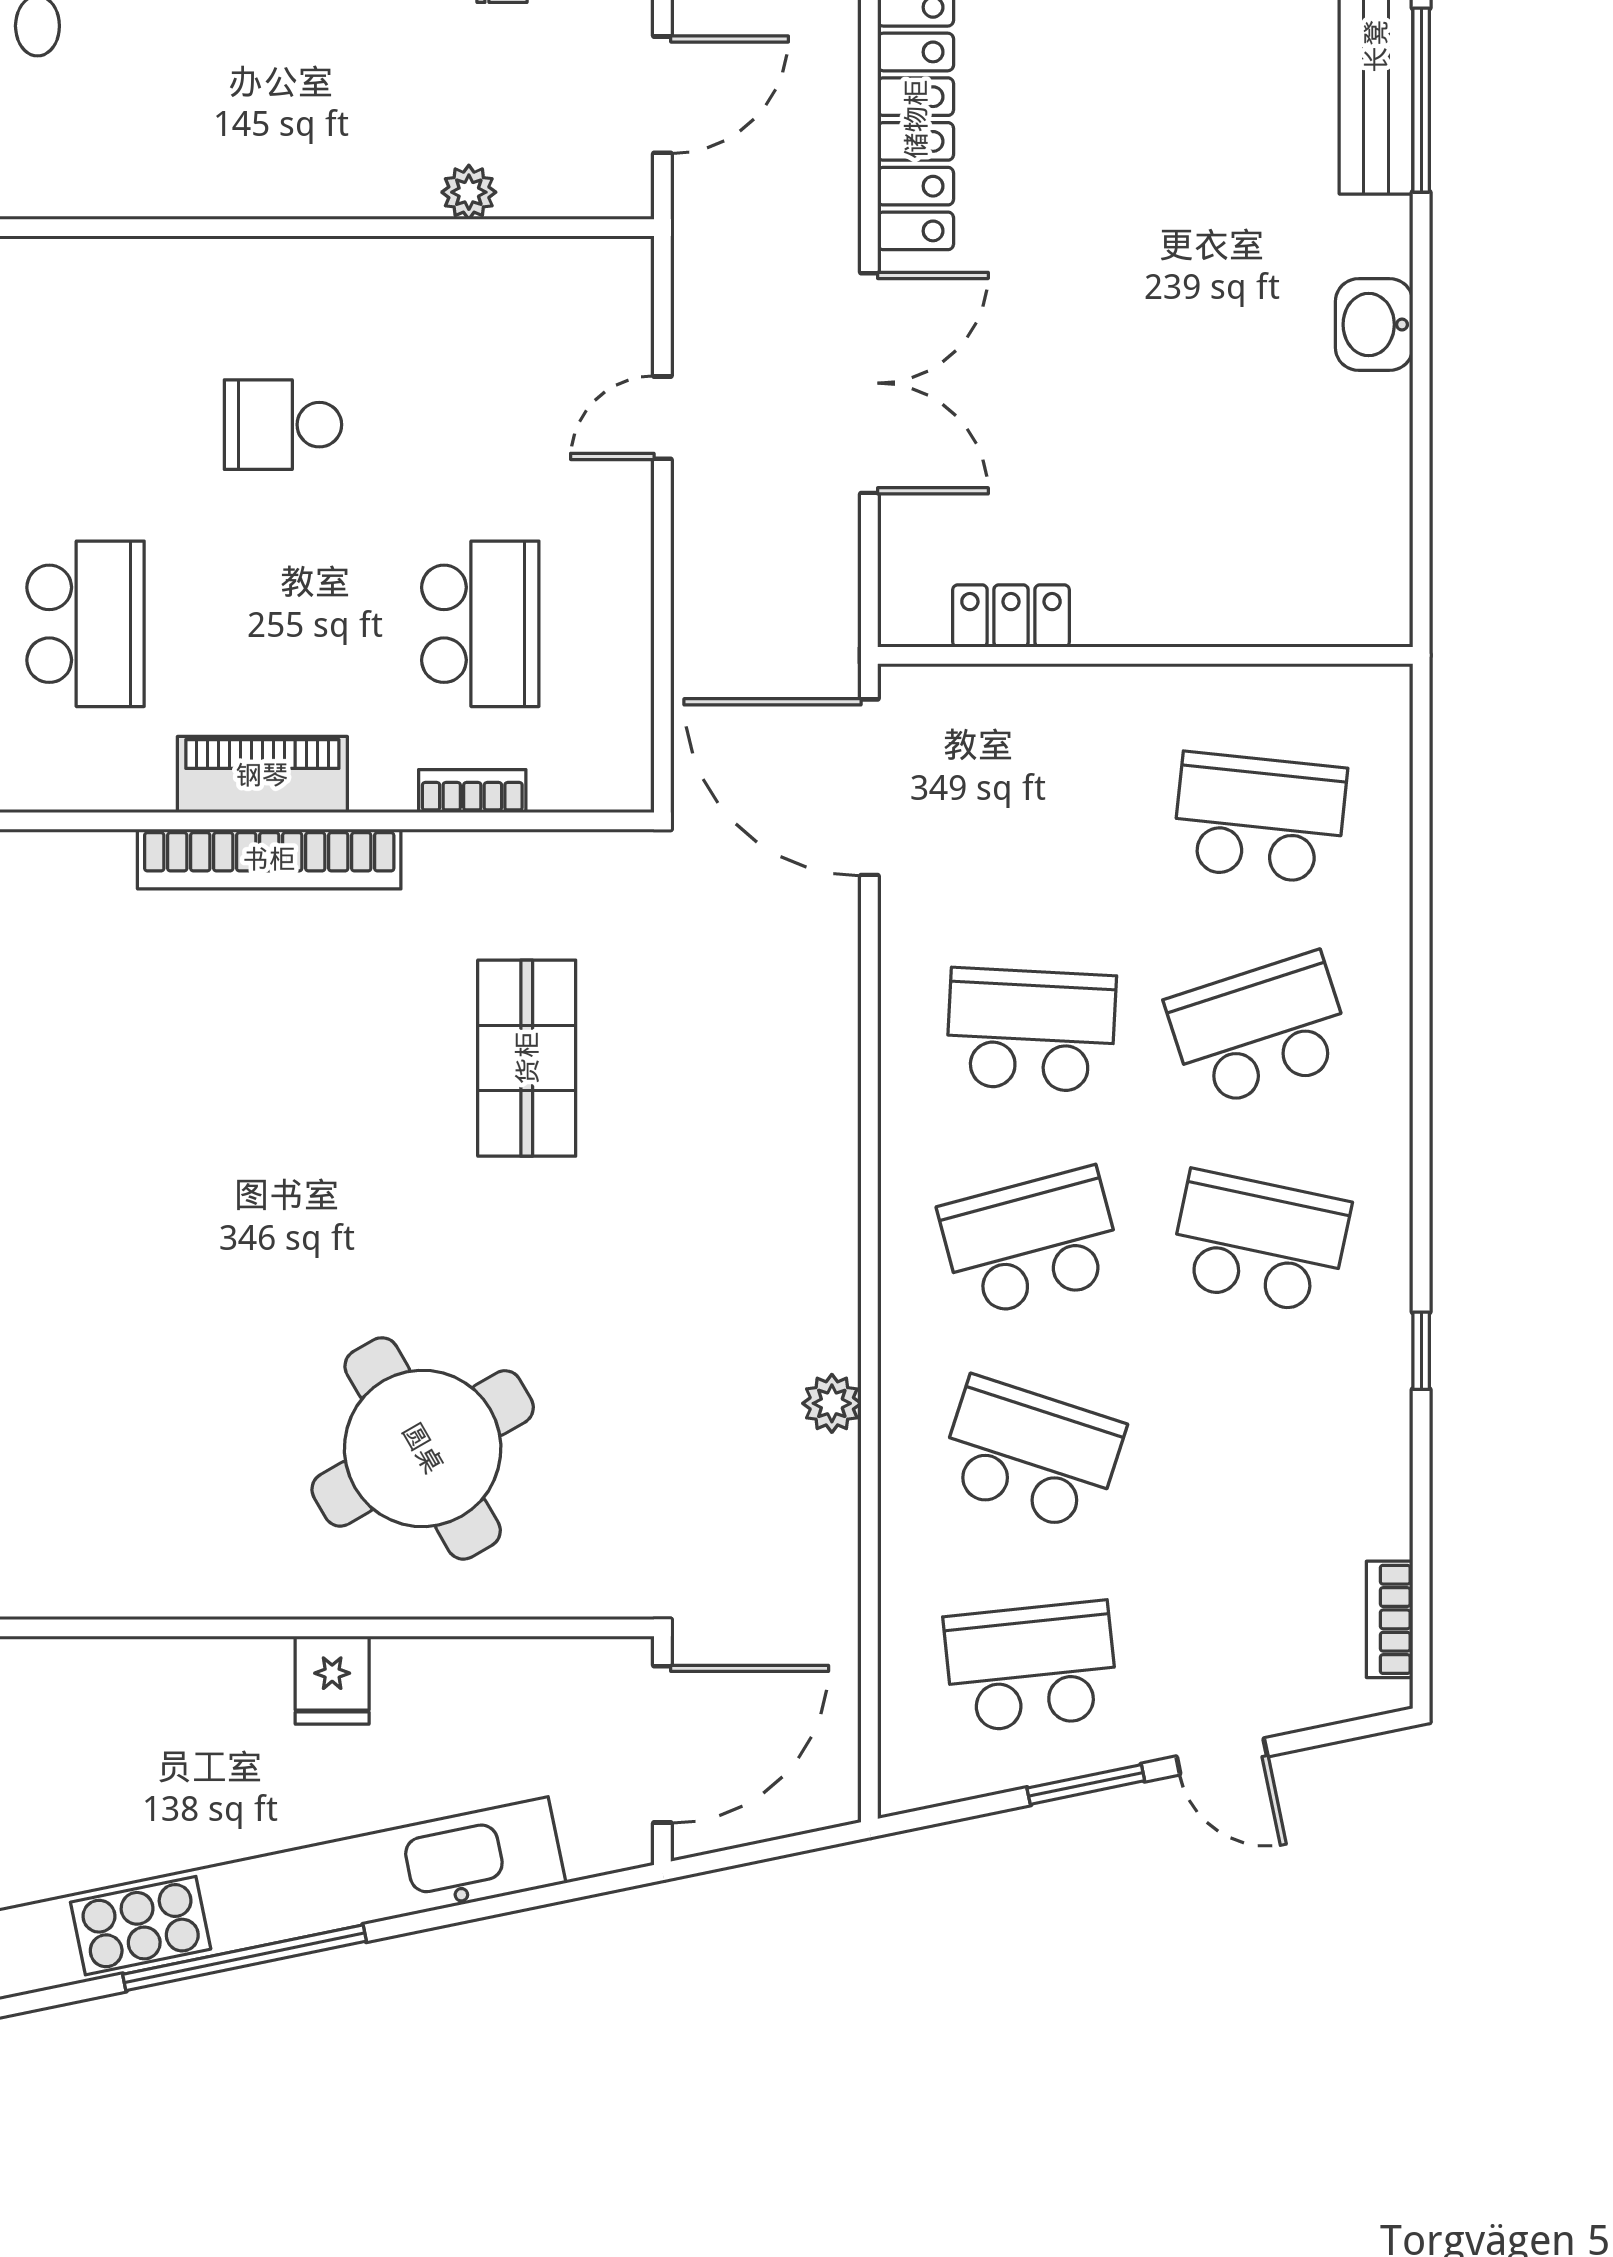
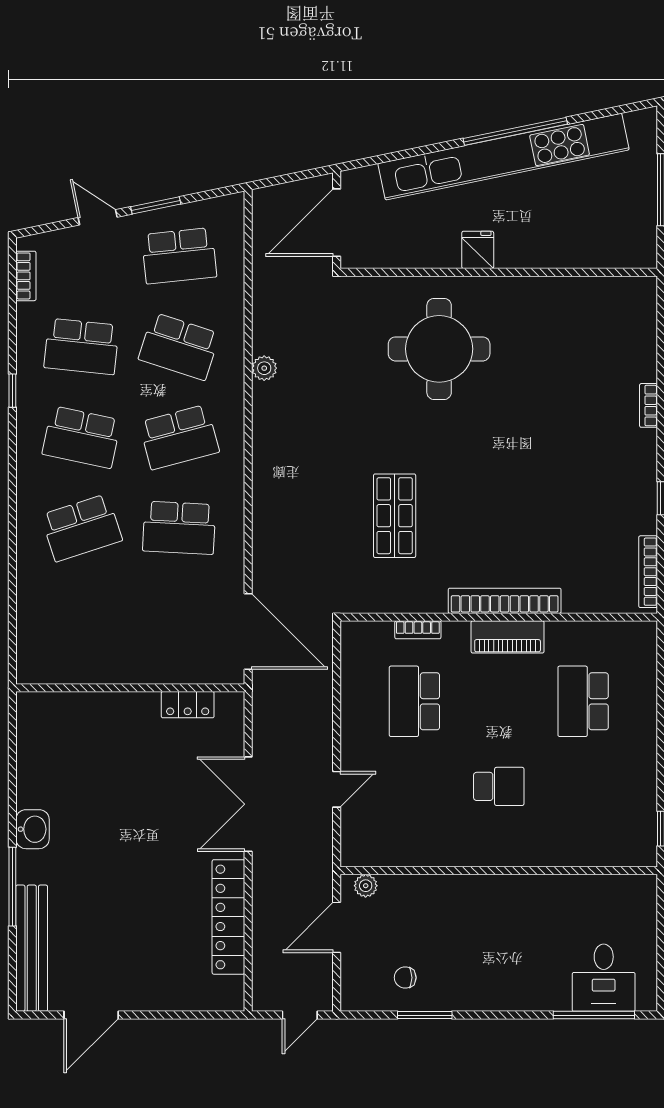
window: (1421, 100) -> (12, 887), moved
plant: (469, 192) -> (366, 886), moved
school desk: (1259, 818) -> (82, 346), moved
round table: (423, 1448) -> (439, 349), turned 30

